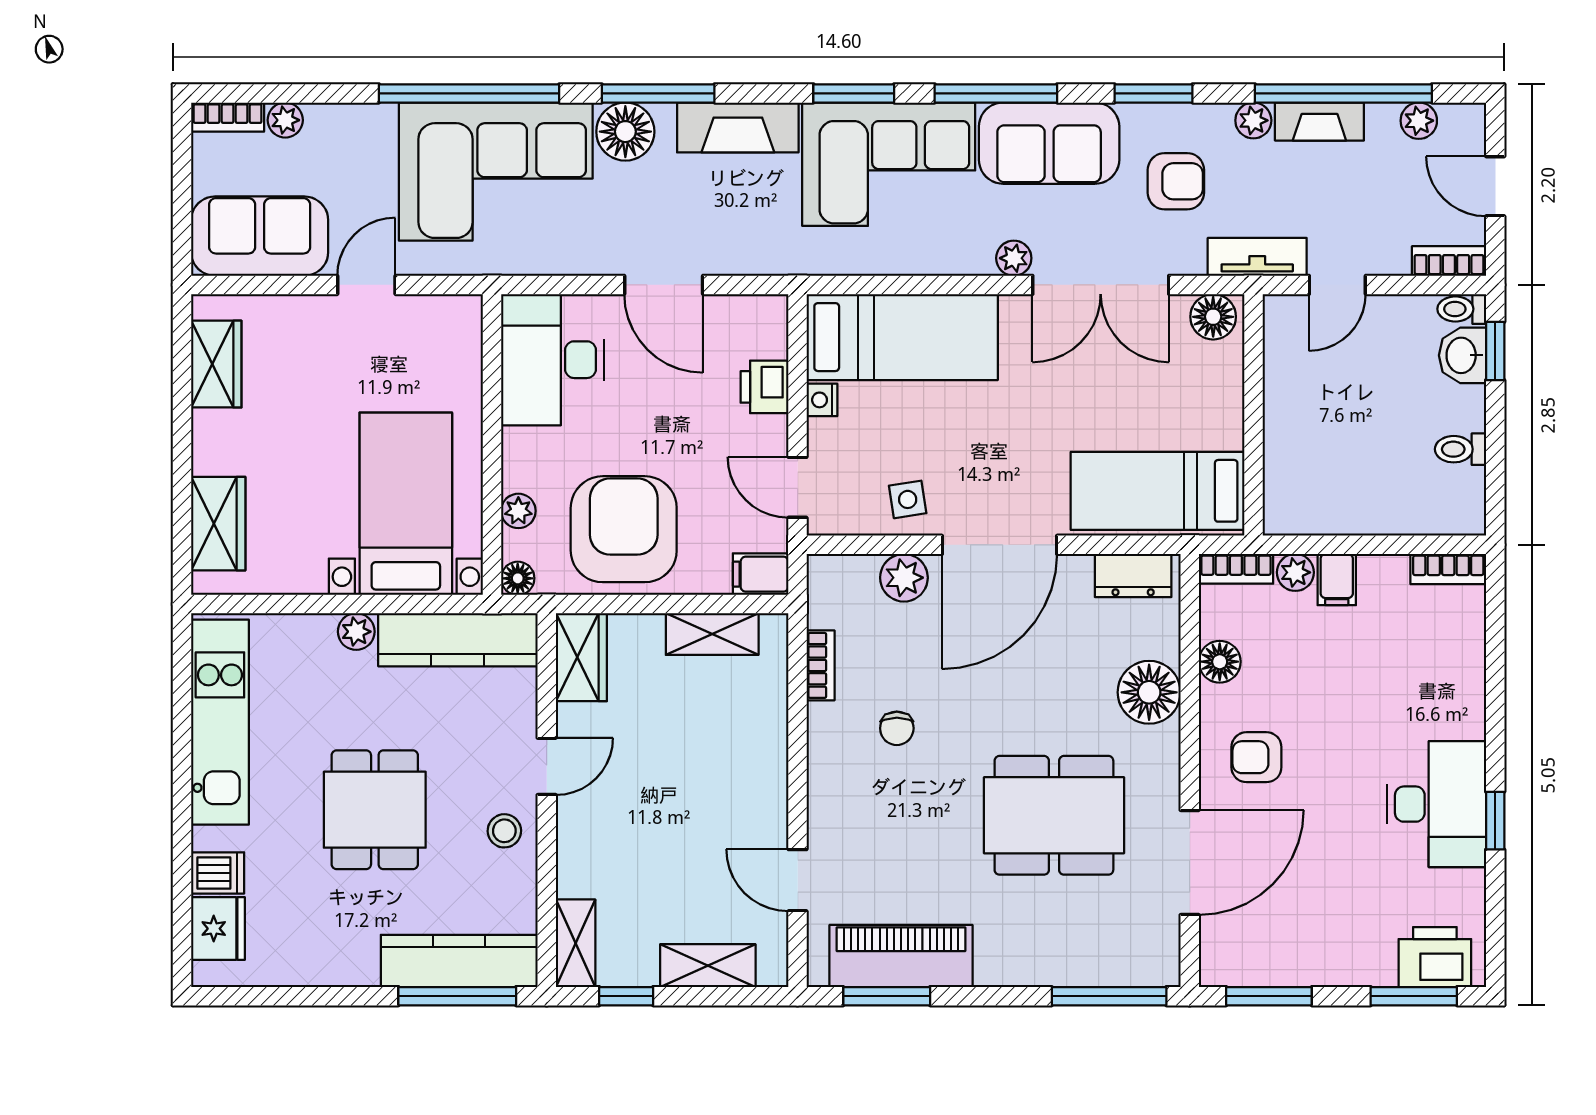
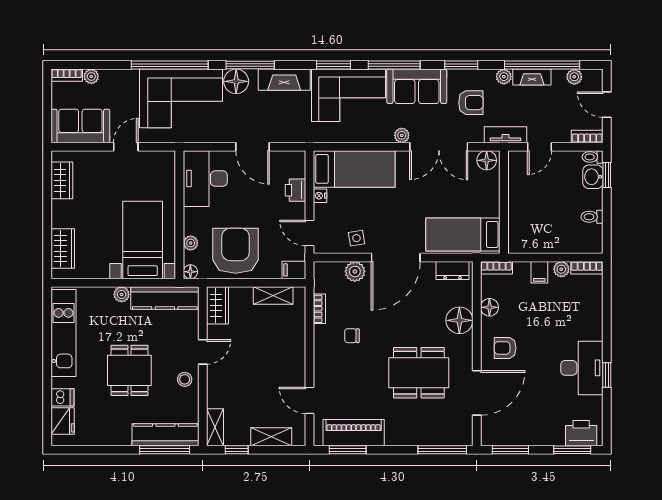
plant: (1295, 572) -> (561, 269), moved
chair: (897, 728) -> (352, 336), turned 90

